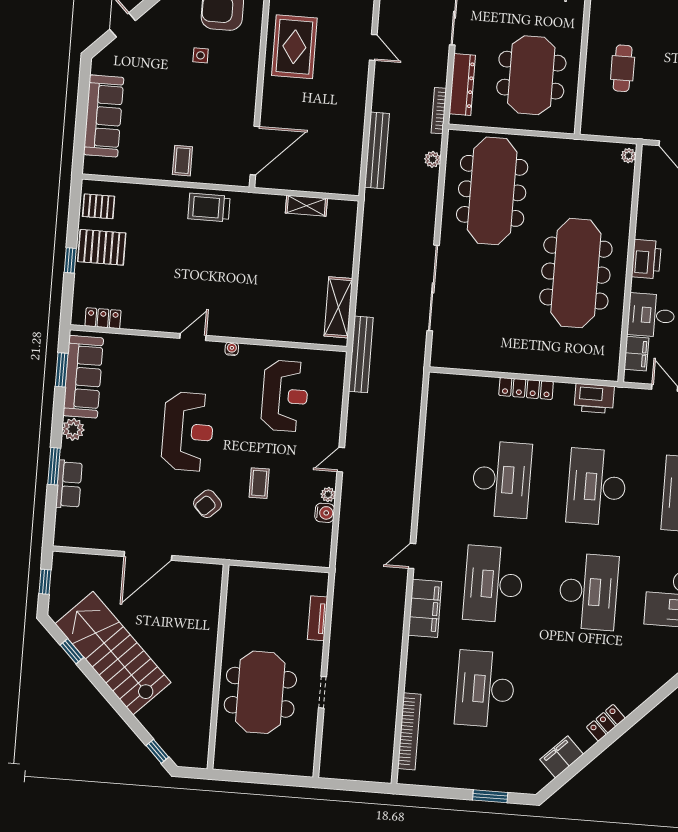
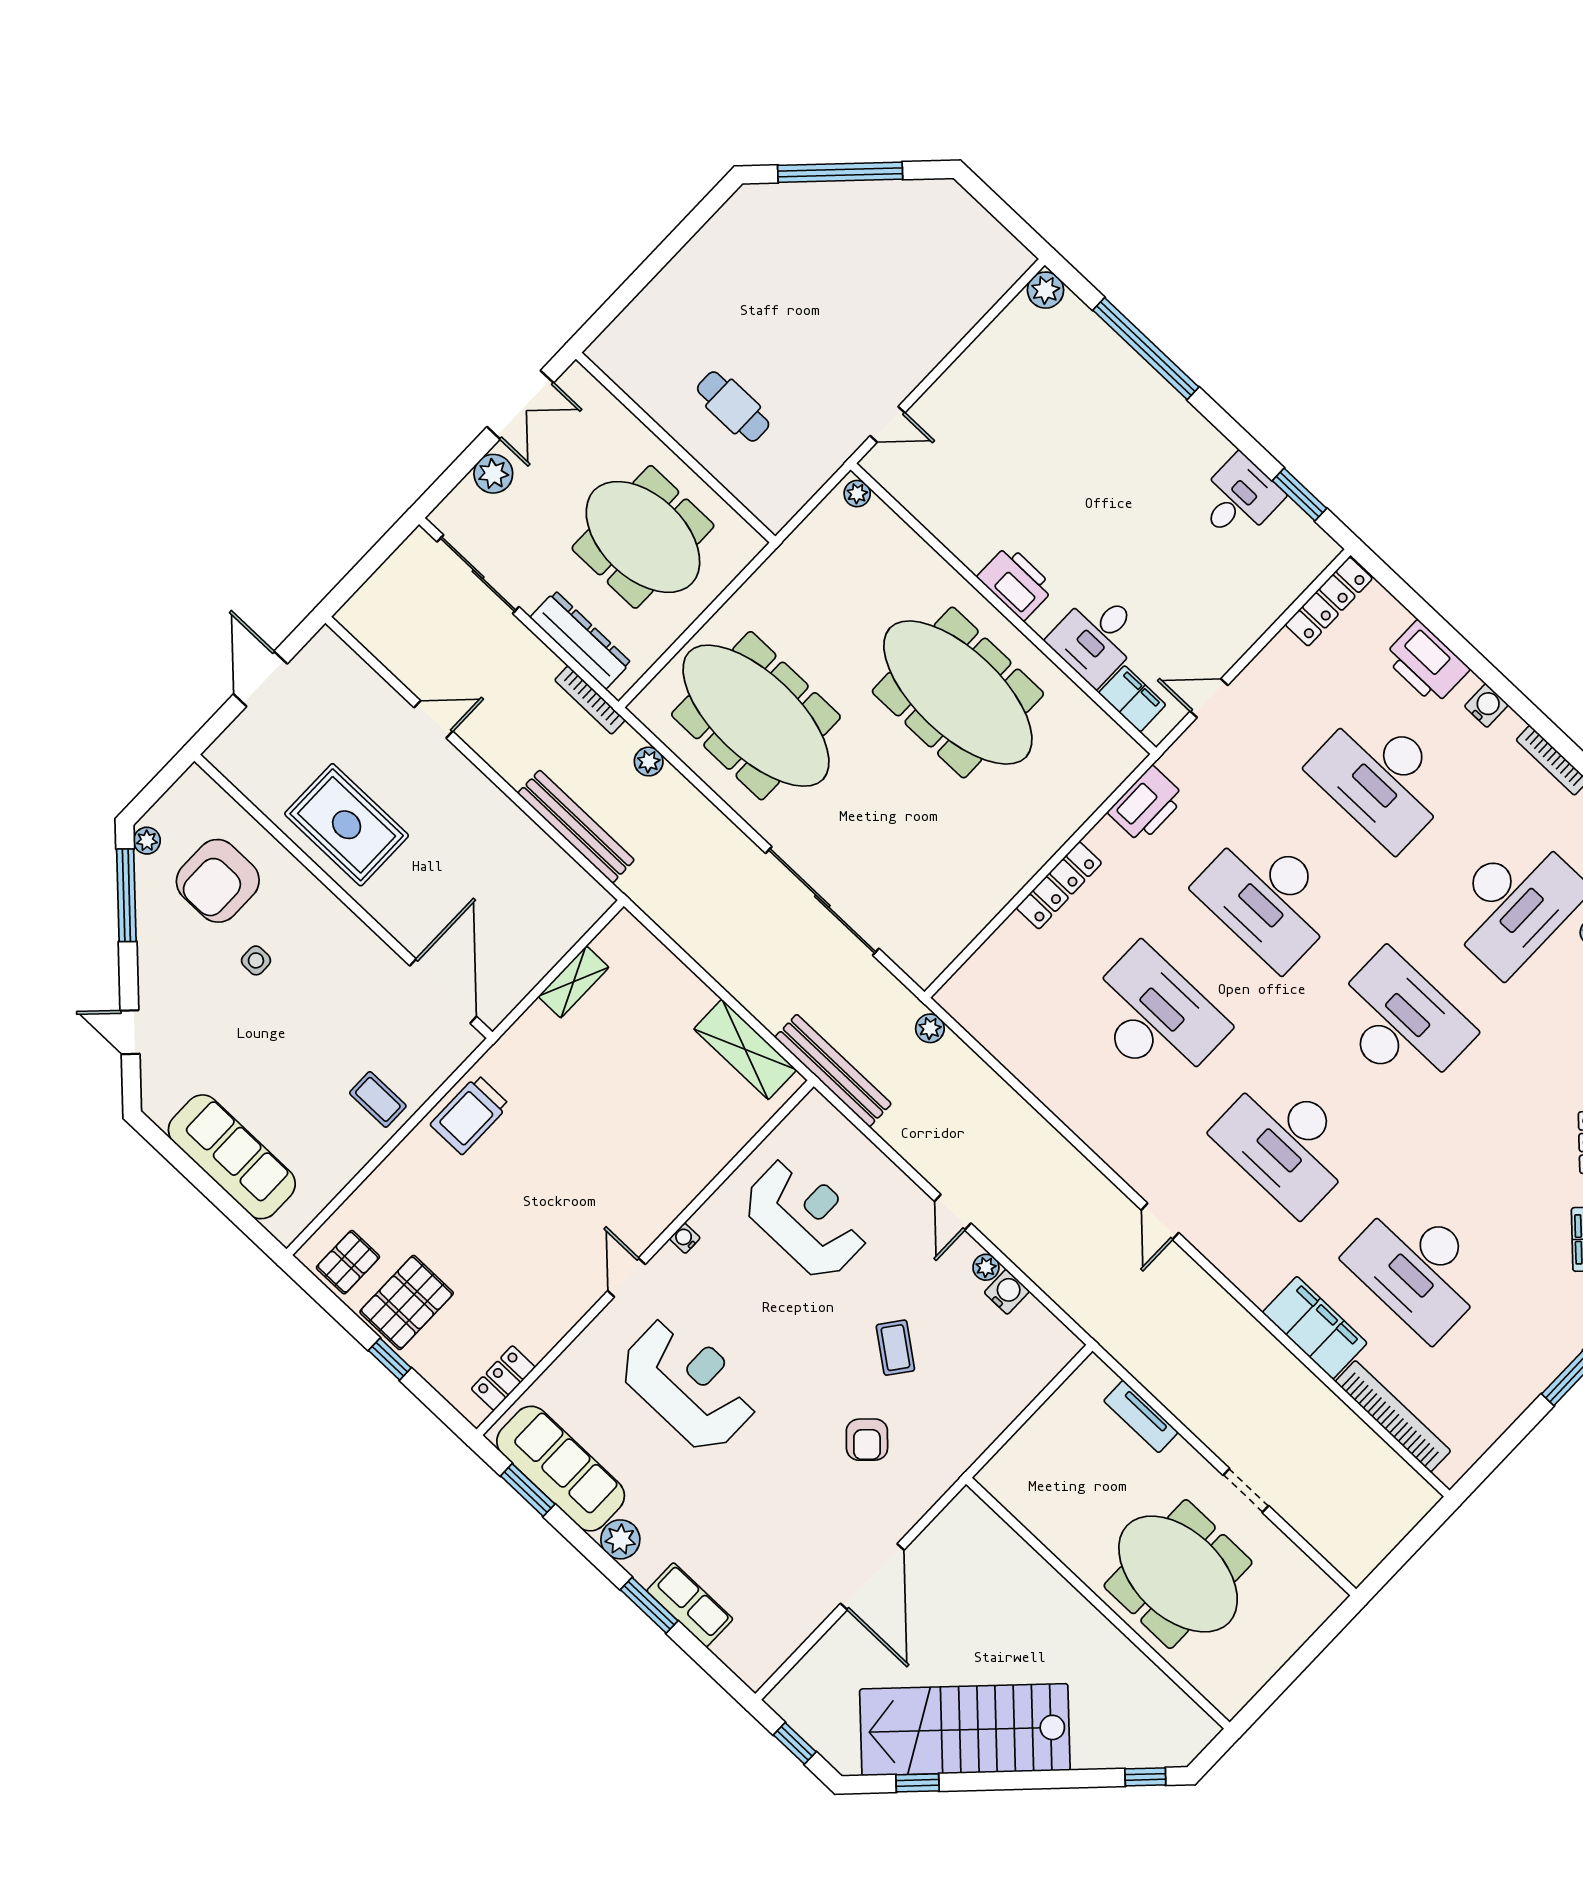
plant: (415, 383) -> (930, 1028), added
reception desk: (188, 432) -> (689, 1384), moved
coffee table: (259, 483) -> (895, 1348), turned 37
filing cabinet: (425, 608) -> (1315, 1328), moved

